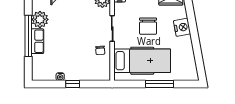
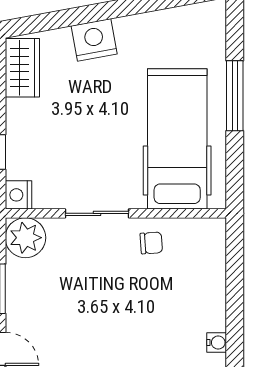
chair: (148, 26) -> (91, 124), removed
window: (73, 84) -> (235, 312), removed

